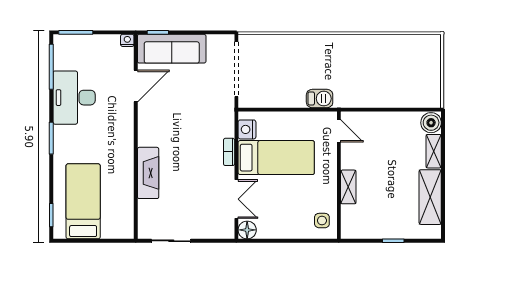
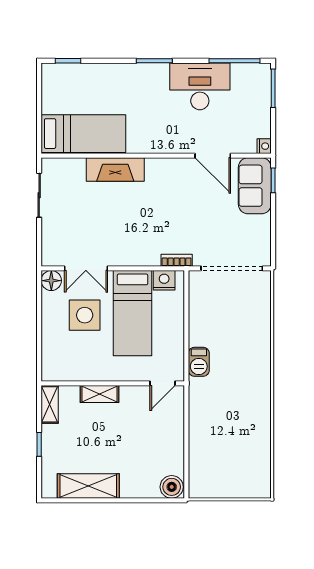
sofa: (172, 49) -> (255, 186), width x0.73
shelving: (434, 151) -> (50, 404), moved, turned 90
bookcase: (229, 152) -> (177, 260), moved
bed: (83, 201) -> (83, 134), moved
side table: (322, 221) -> (85, 315), moved, width x1.87, depth x1.87

